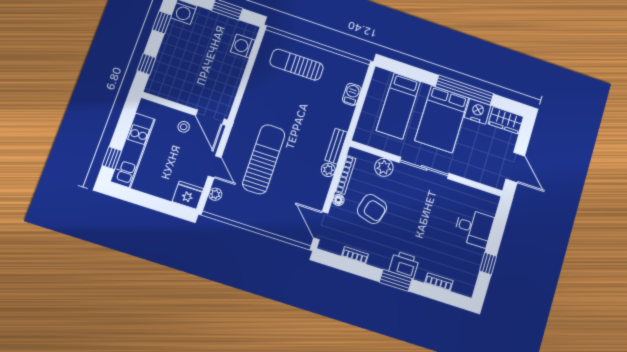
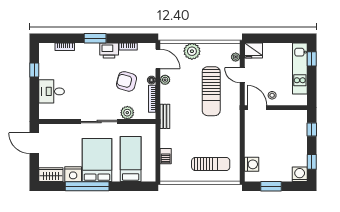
plant: (328, 170) -> (165, 80), moved
plant: (272, 221) -> (192, 51), added
printer: (404, 265) -> (109, 51), moved

